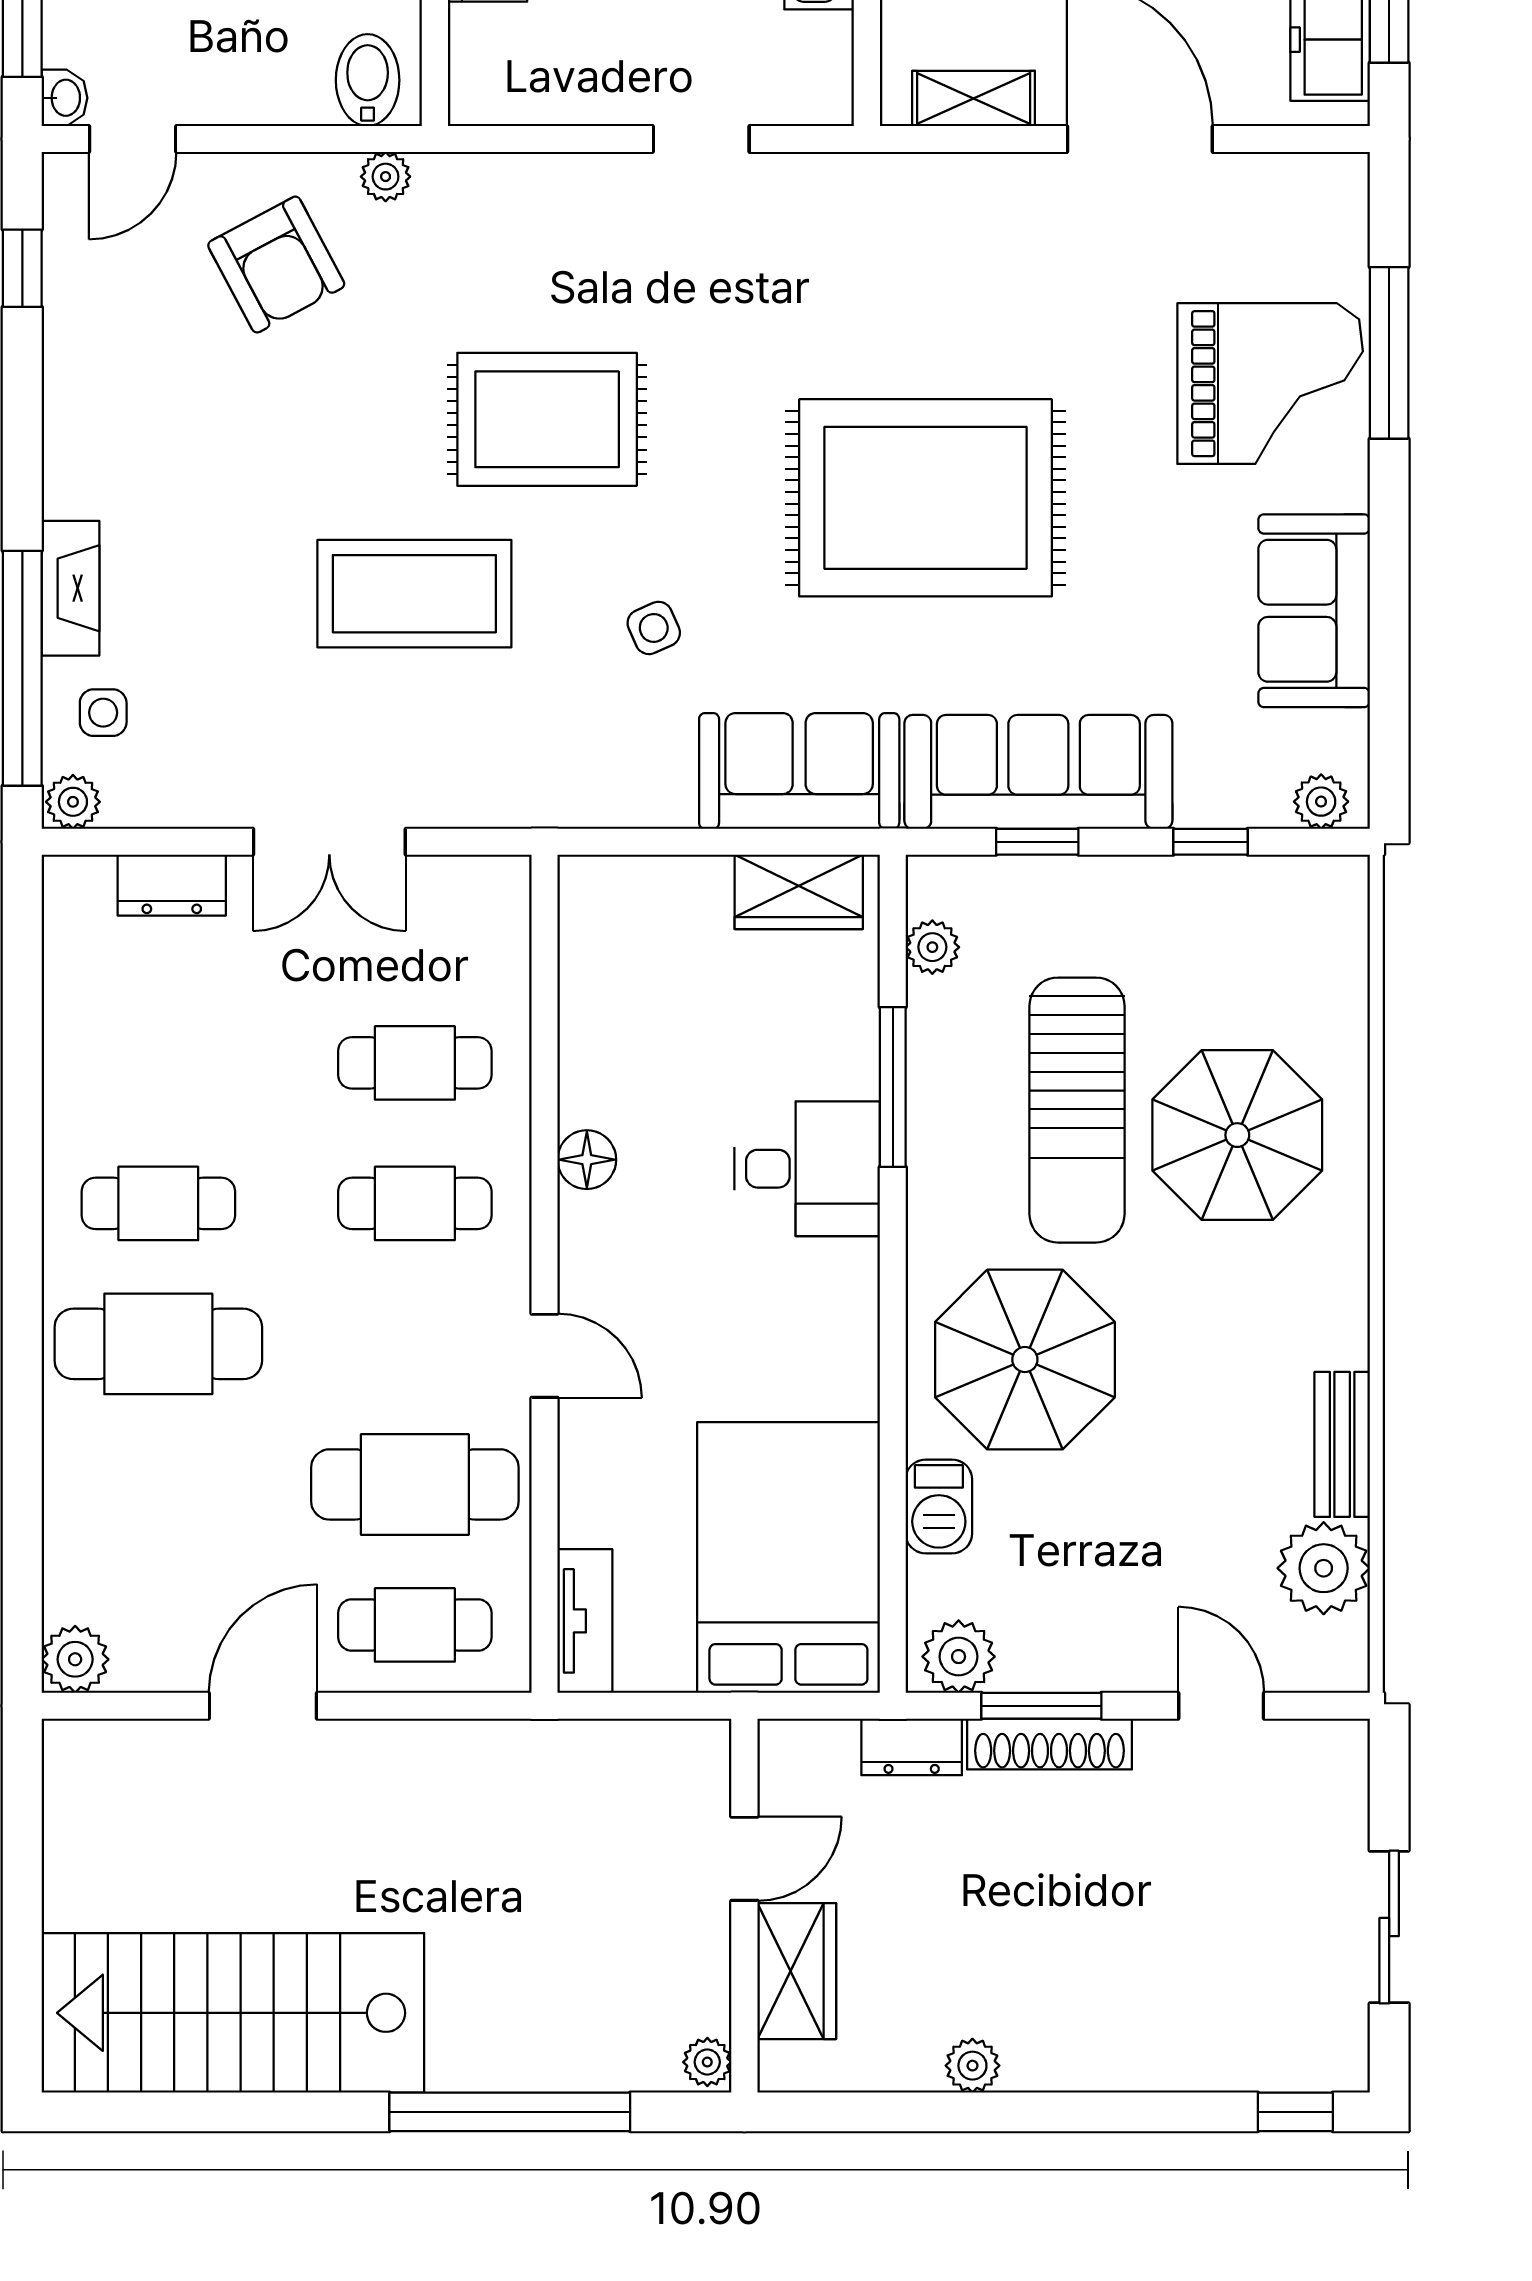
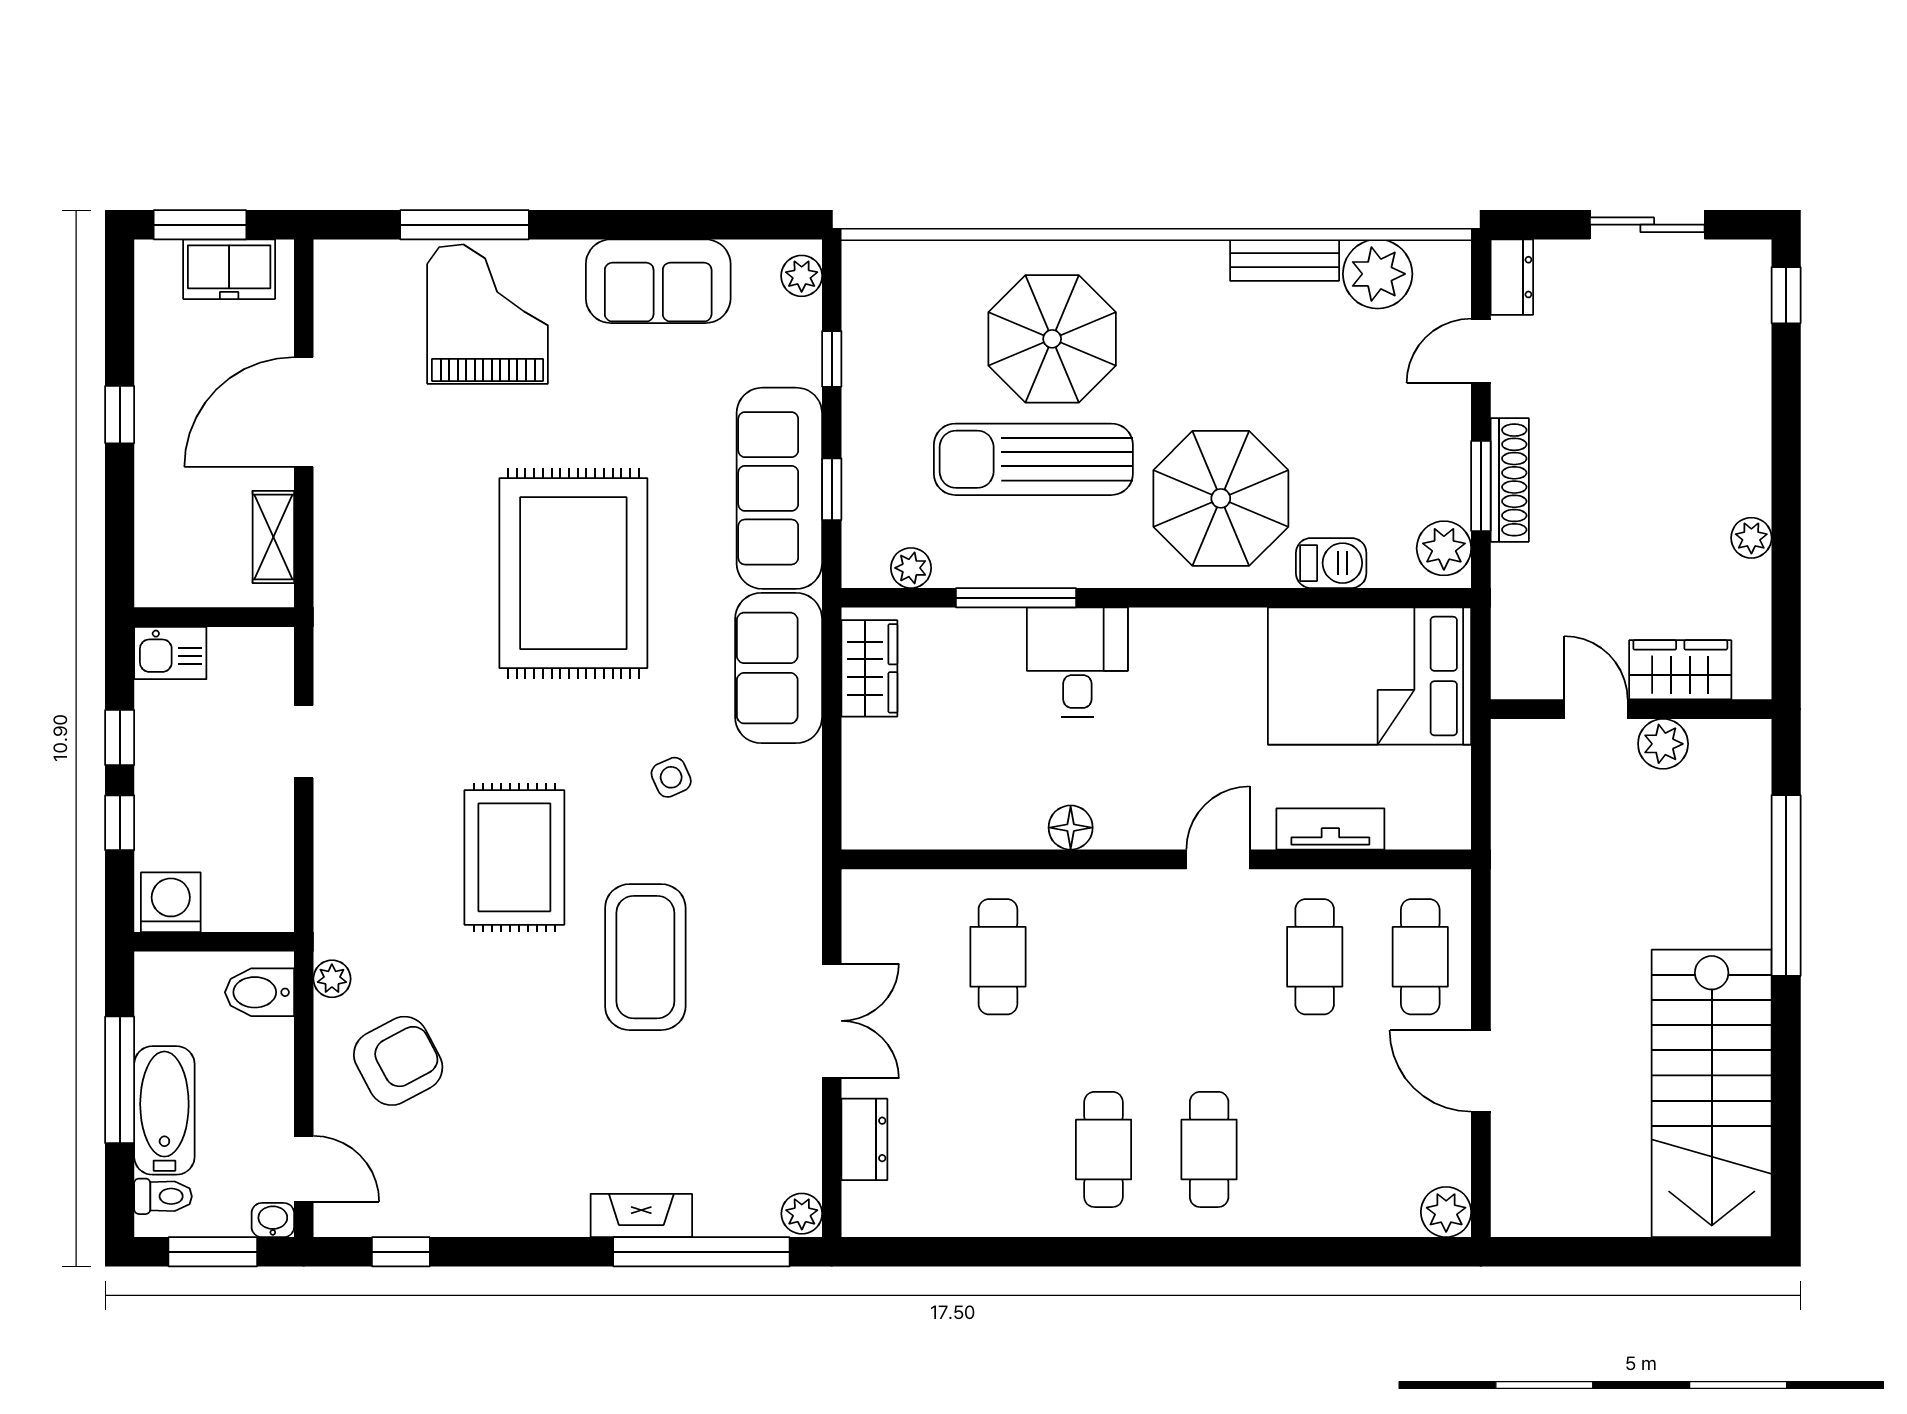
side table: (103, 713) -> (735, 1191), removed
sun lounger: (1077, 1110) -> (1033, 459), turned 180
cafe table: (415, 1203) -> (1104, 957), removed
cafe table: (158, 1344) -> (1209, 1149), width x0.73, depth x0.74
cafe table: (415, 1484) -> (1315, 957), width x0.73, depth x0.74
tv unit: (585, 1621) -> (1330, 829), moved
dresser: (912, 1747) -> (1512, 277), moved
plant: (707, 2062) -> (1663, 744), moved, width x1.38, depth x1.38

